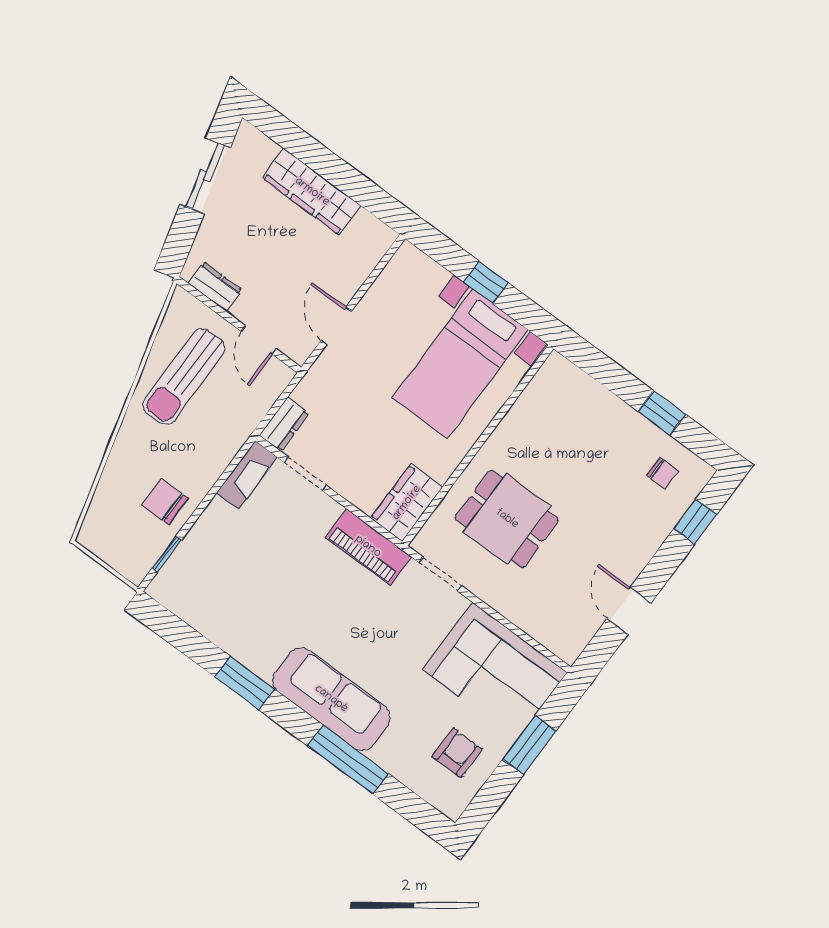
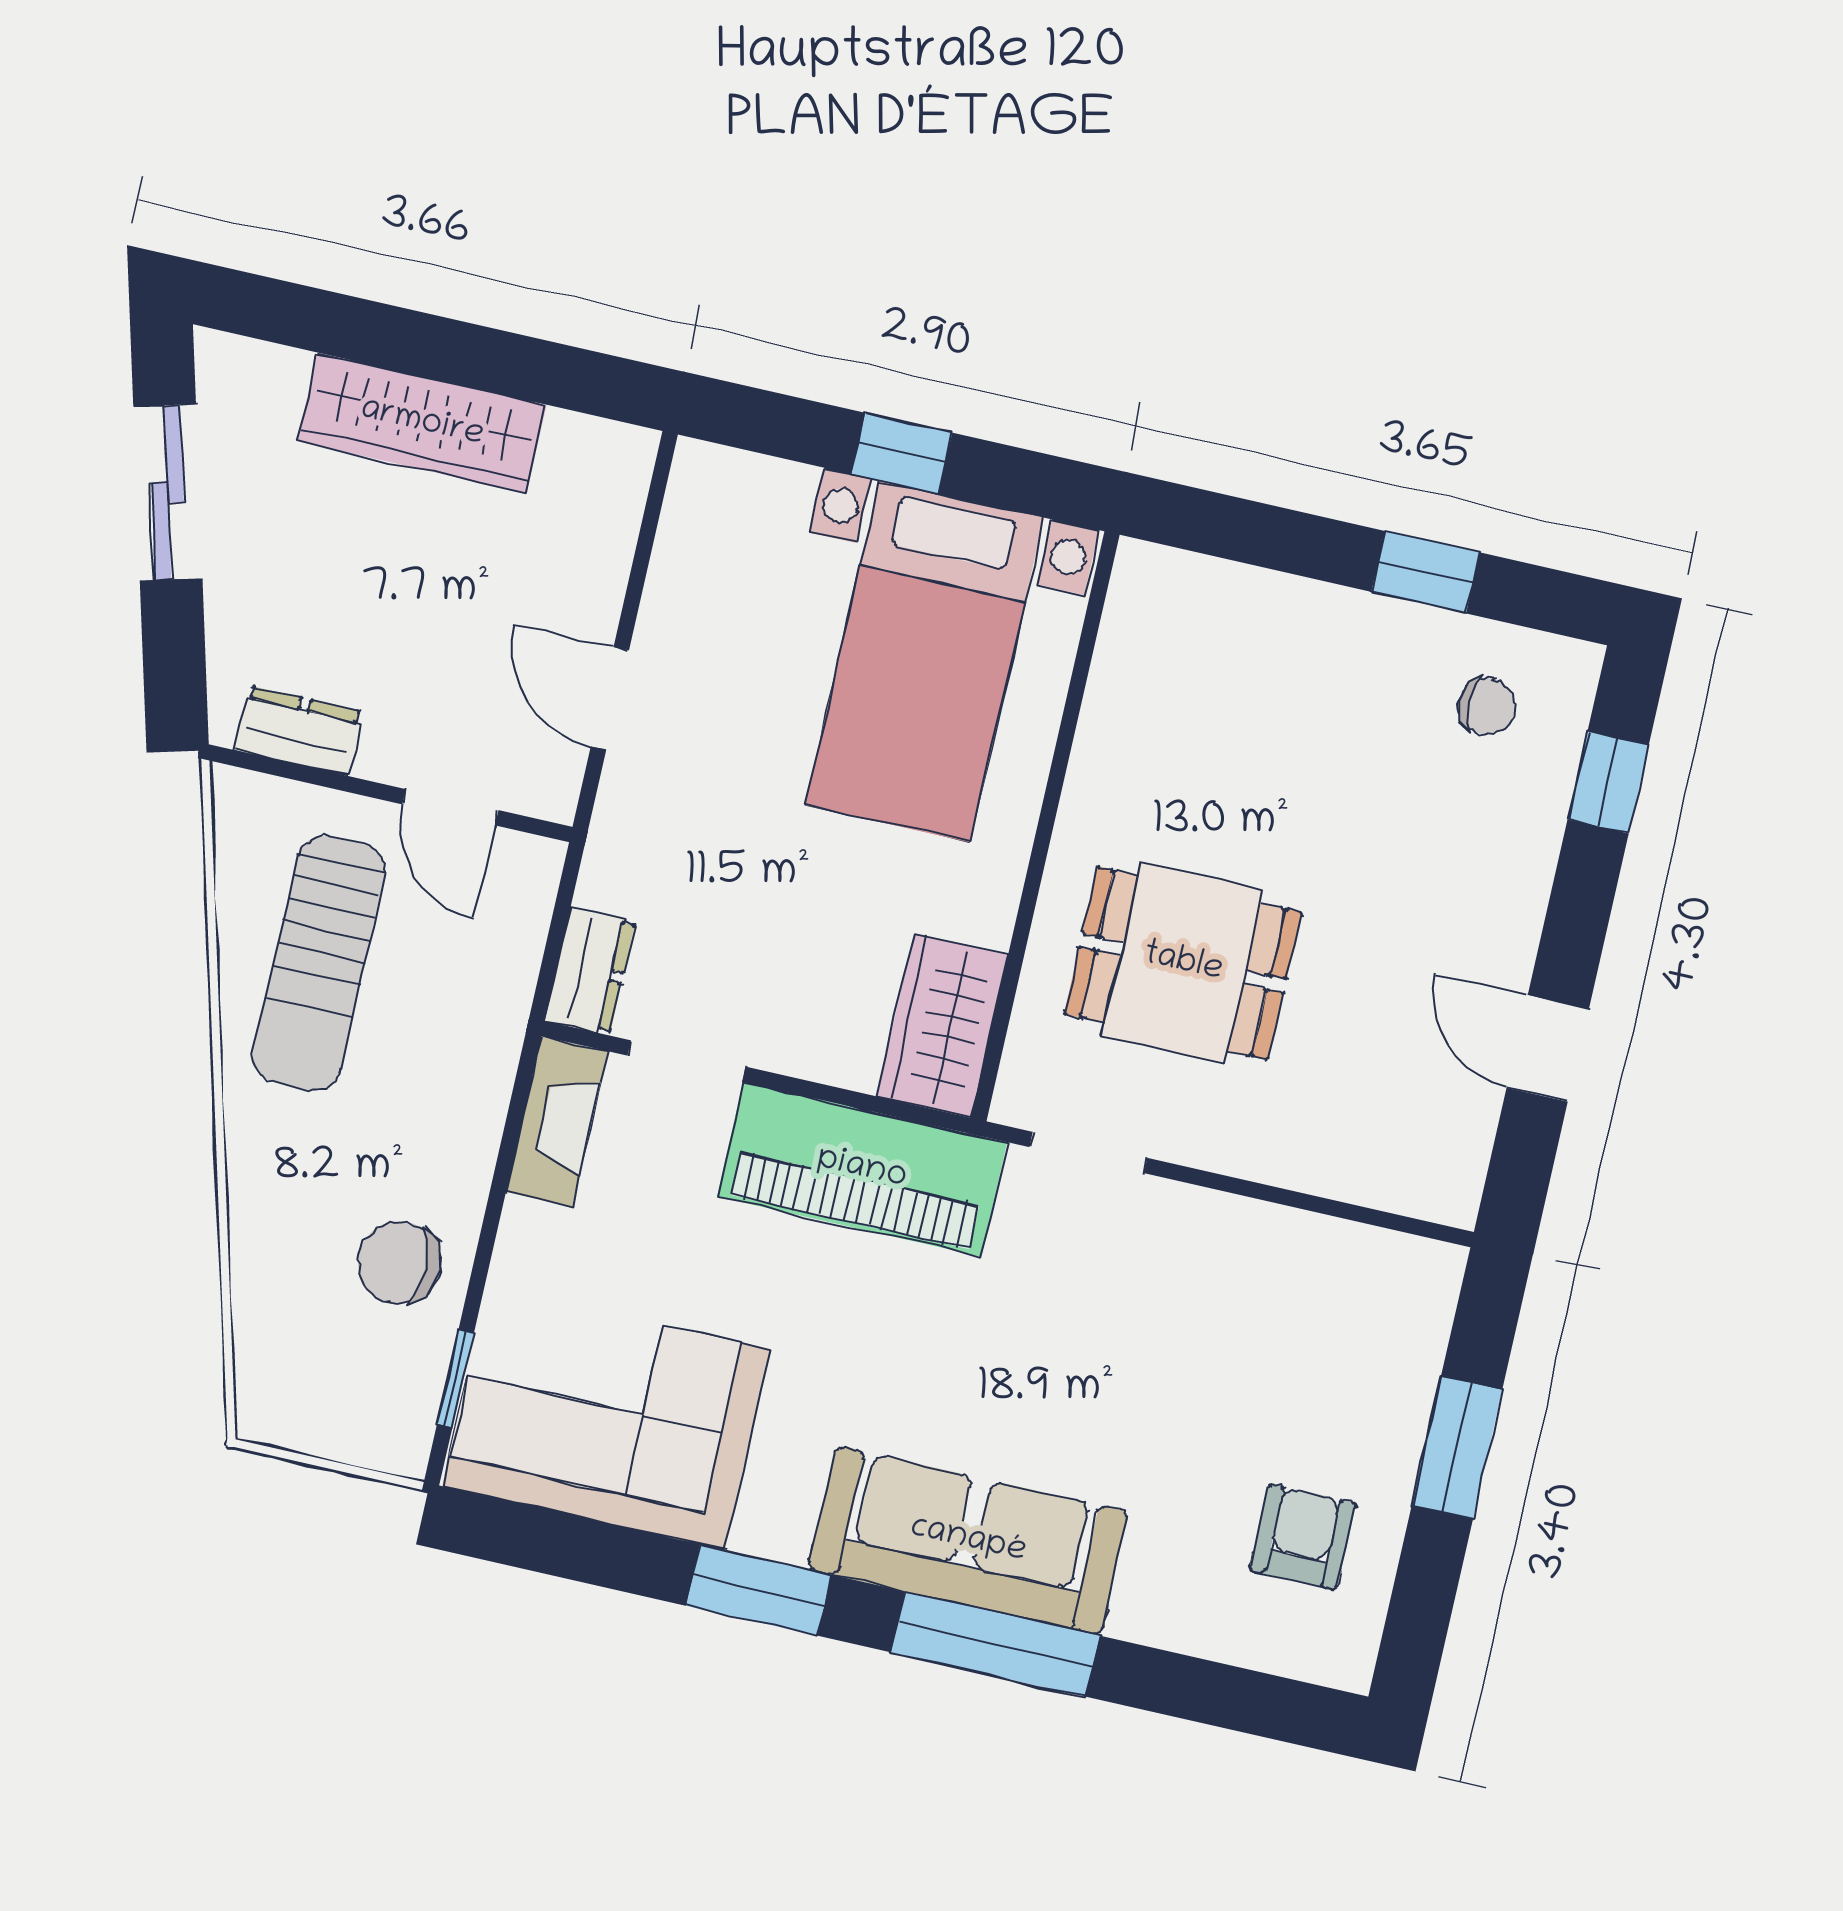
piano: (368, 547) -> (862, 1169), width x1.37, depth x1.33
corner sofa: (495, 671) -> (606, 1418), moved, turned 180
window: (348, 760) -> (995, 1644), moved

